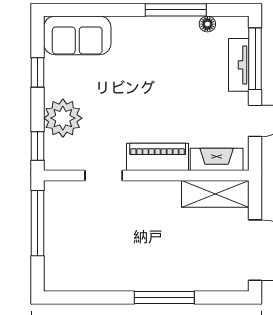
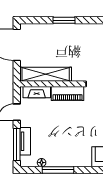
shelving: (215, 194) -> (46, 74), width x1.47
window: (164, 297) -> (64, 20), width x0.69

